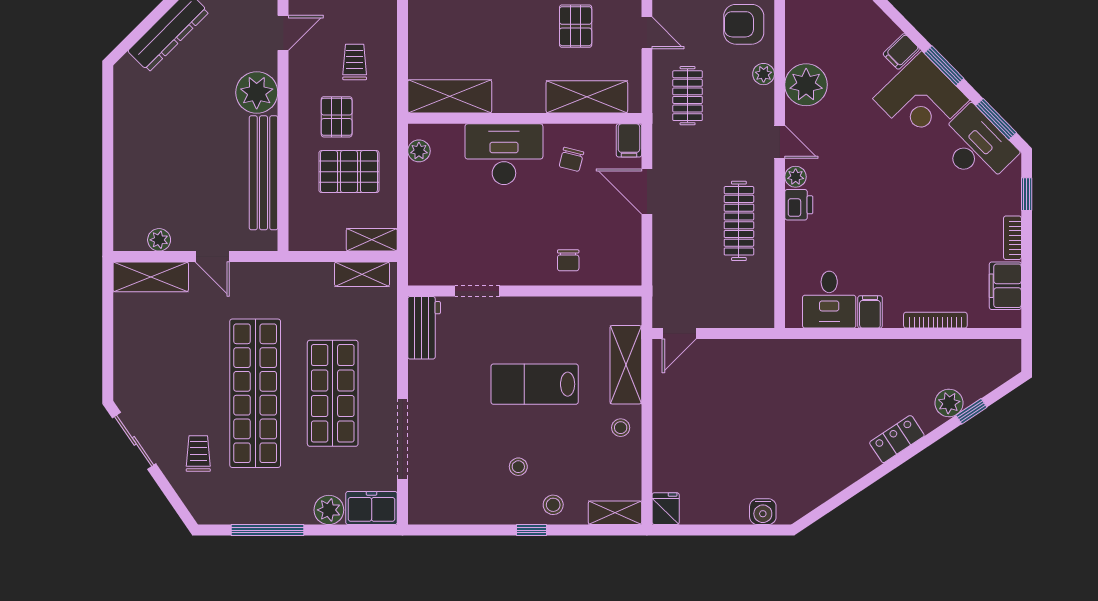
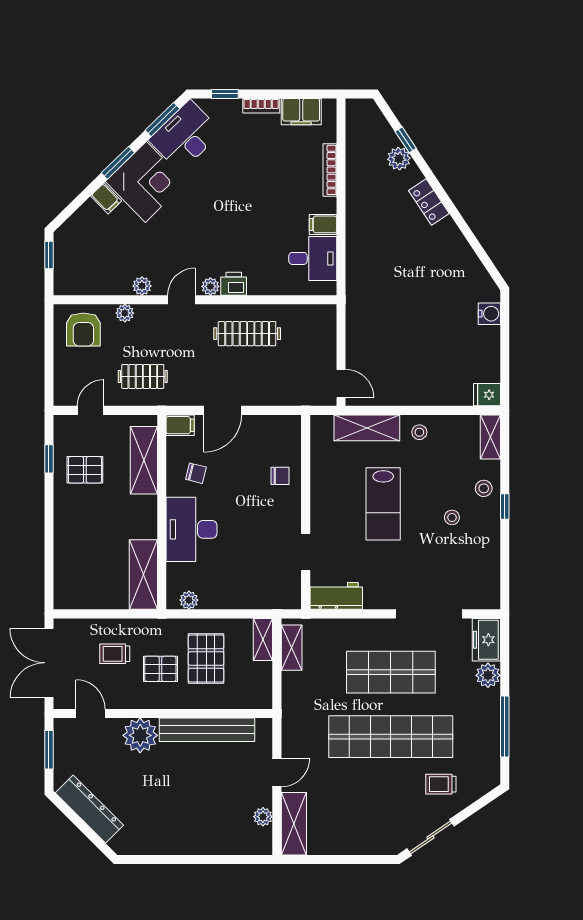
plant: (806, 85) -> (142, 286), width x0.53, depth x0.53

